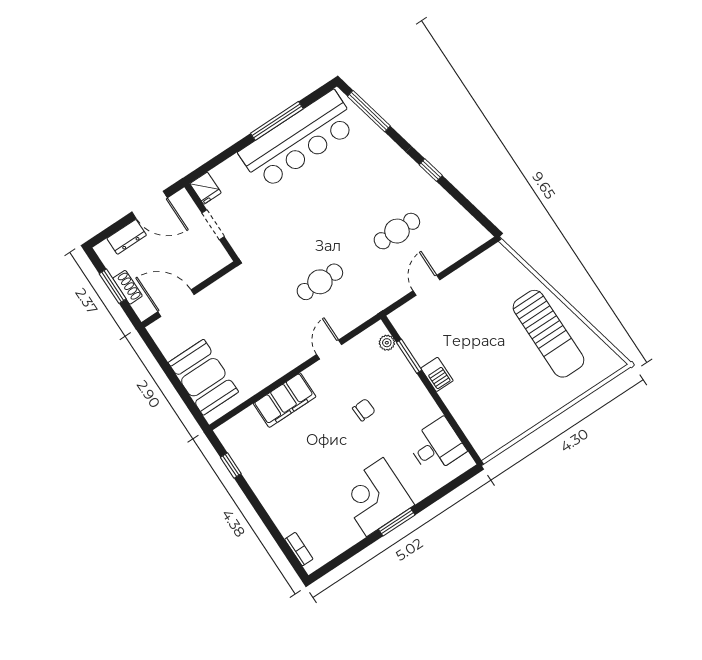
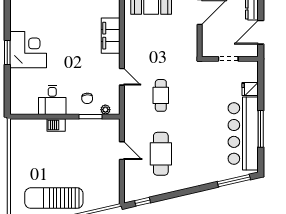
window: (431, 170) -> (143, 202), moved
fridge: (206, 188) -> (250, 89), moved
cafe table: (397, 231) -> (161, 154), width x1.37, depth x1.35
barbecue: (437, 374) -> (56, 125), moved
chair: (364, 410) -> (87, 98), moved
desk: (437, 446) -> (52, 100), moved

